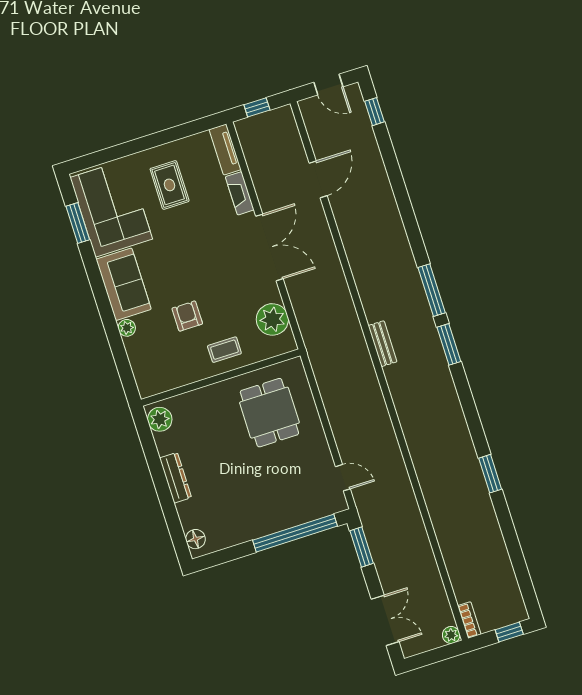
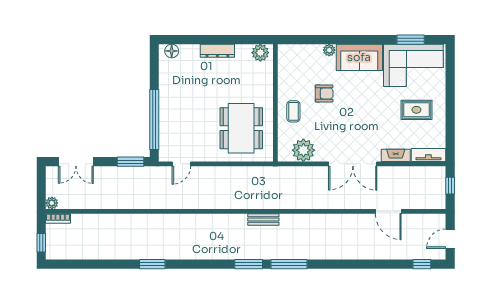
dining table: (269, 413) -> (241, 128), width x1.38

